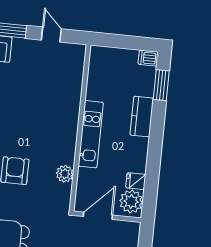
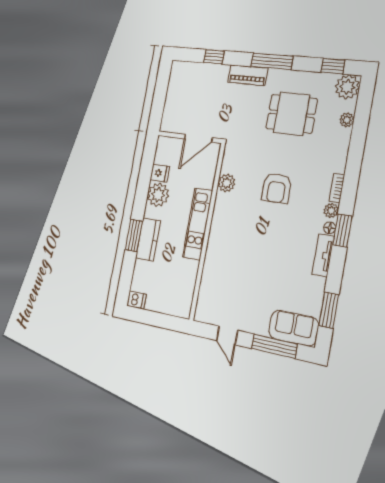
window: (161, 85) -> (134, 235), moved
plant: (131, 202) -> (158, 195), moved

